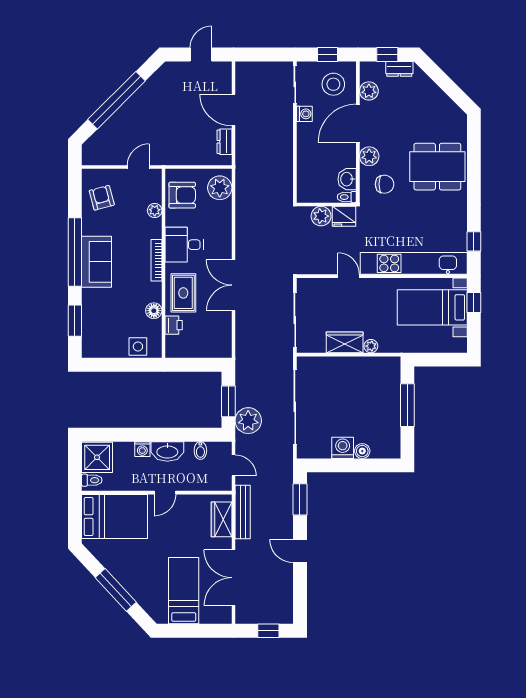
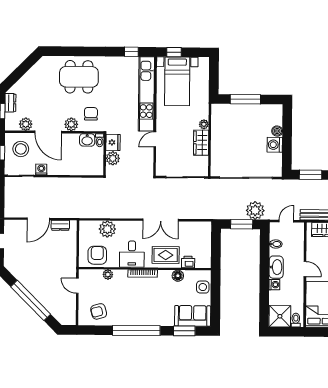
dining table: (437, 167) -> (79, 77), turned 90
plant: (220, 188) -> (107, 229), moved
sofa: (96, 262) -> (193, 316), moved

